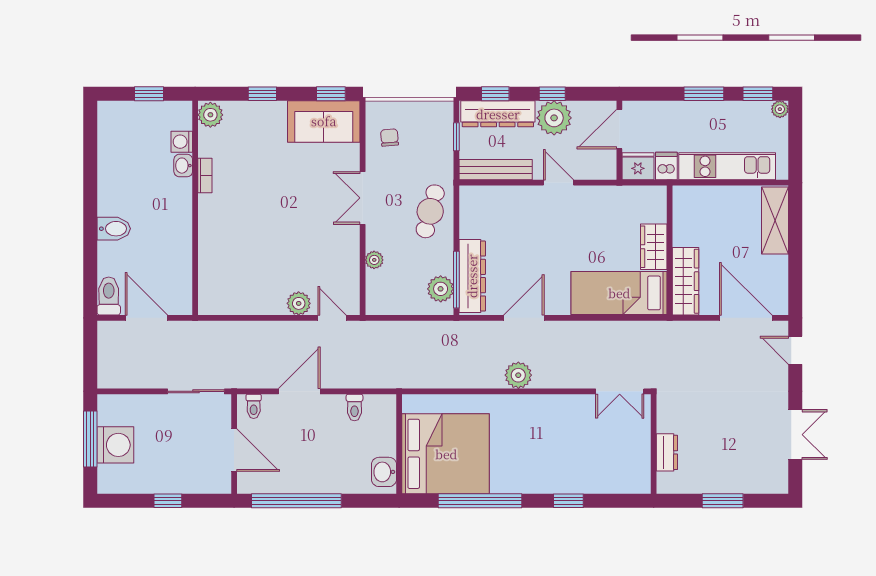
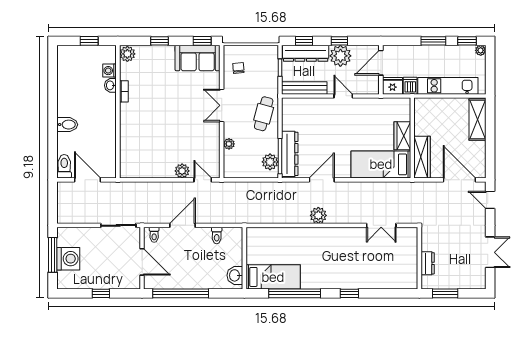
wall: (654, 444) -> (419, 258), moved
dresser: (667, 452) -> (428, 263), moved
bed: (446, 454) -> (273, 277), width x0.49

